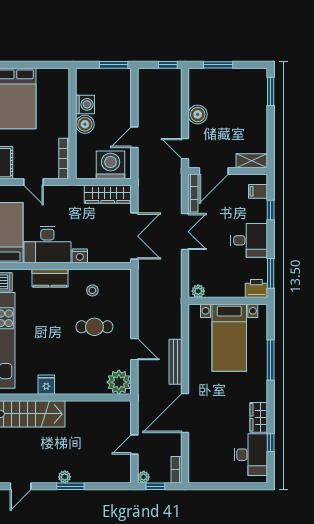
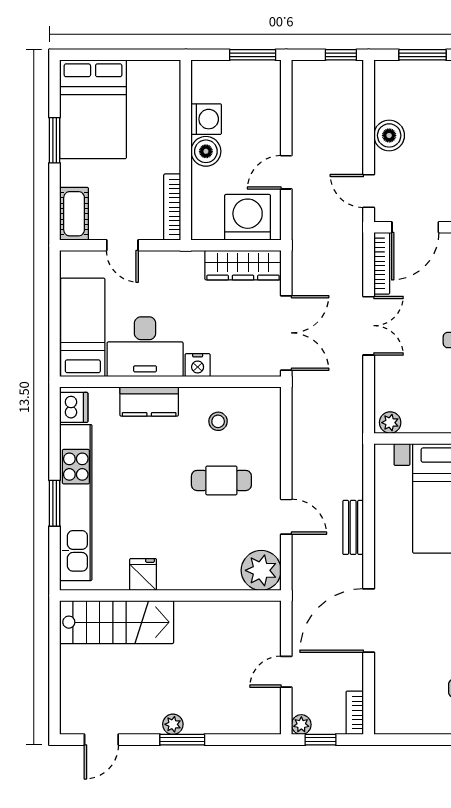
bench: (176, 362) -> (353, 527), width x0.73

